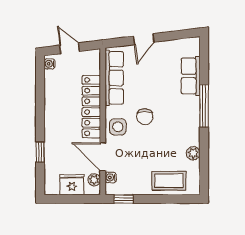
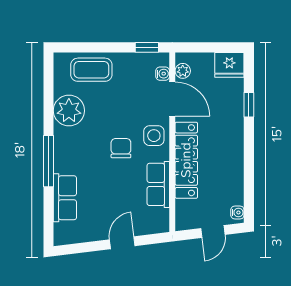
door: (70, 48) -> (213, 232), hinge flipped
row of seats: (114, 78) -> (158, 184), width x0.68
plant: (193, 153) -> (69, 111), width x1.87, depth x1.87
fridge: (72, 185) -> (229, 65), moved

